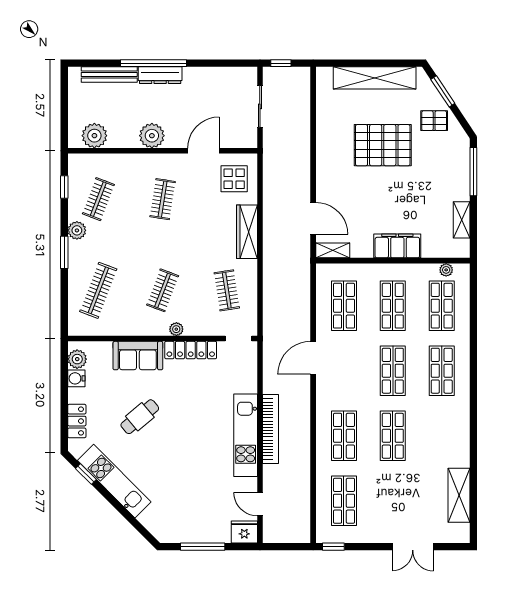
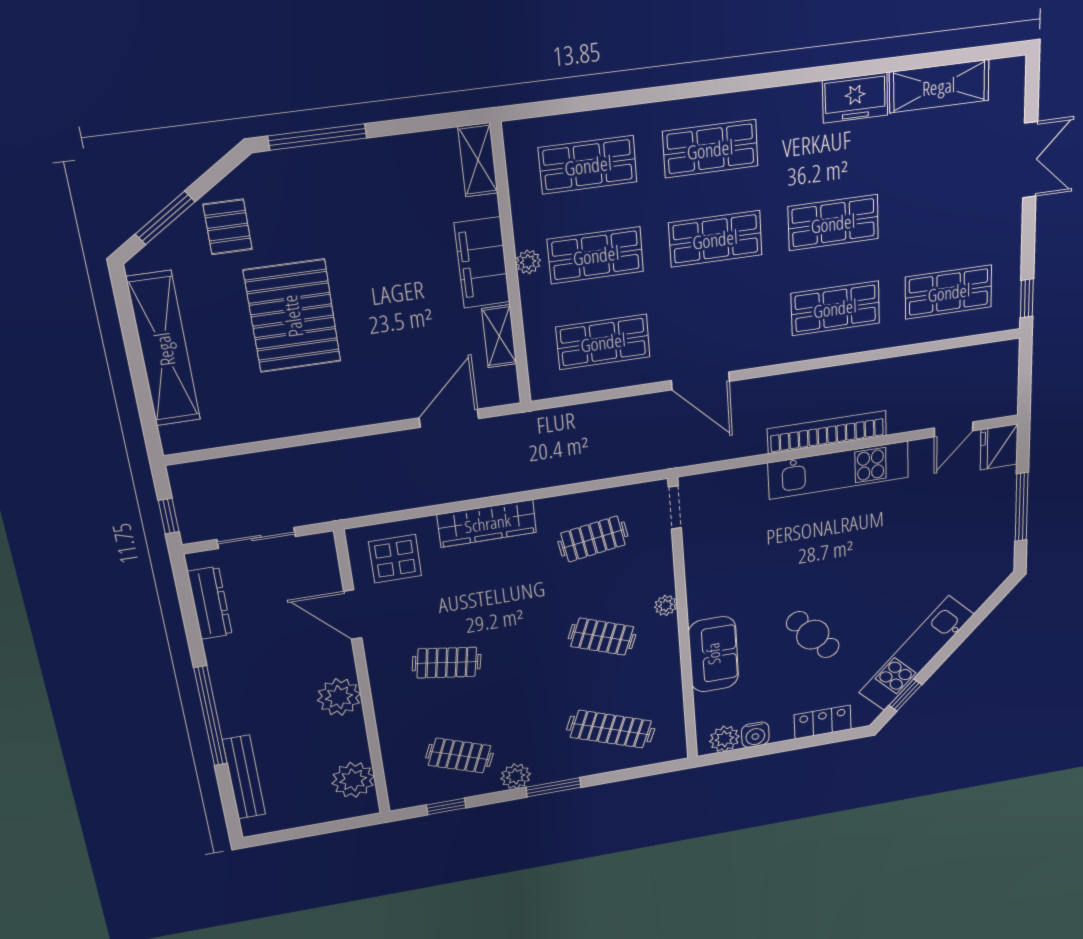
dresser: (160, 75) -> (210, 603), moved
shelving: (462, 220) -> (478, 160), moved, turned 90
shelving: (333, 250) -> (499, 336), moved
plant: (446, 270) -> (528, 262), moved
locker: (191, 350) -> (699, 578), removed
freezer: (459, 449) -> (855, 98), added

